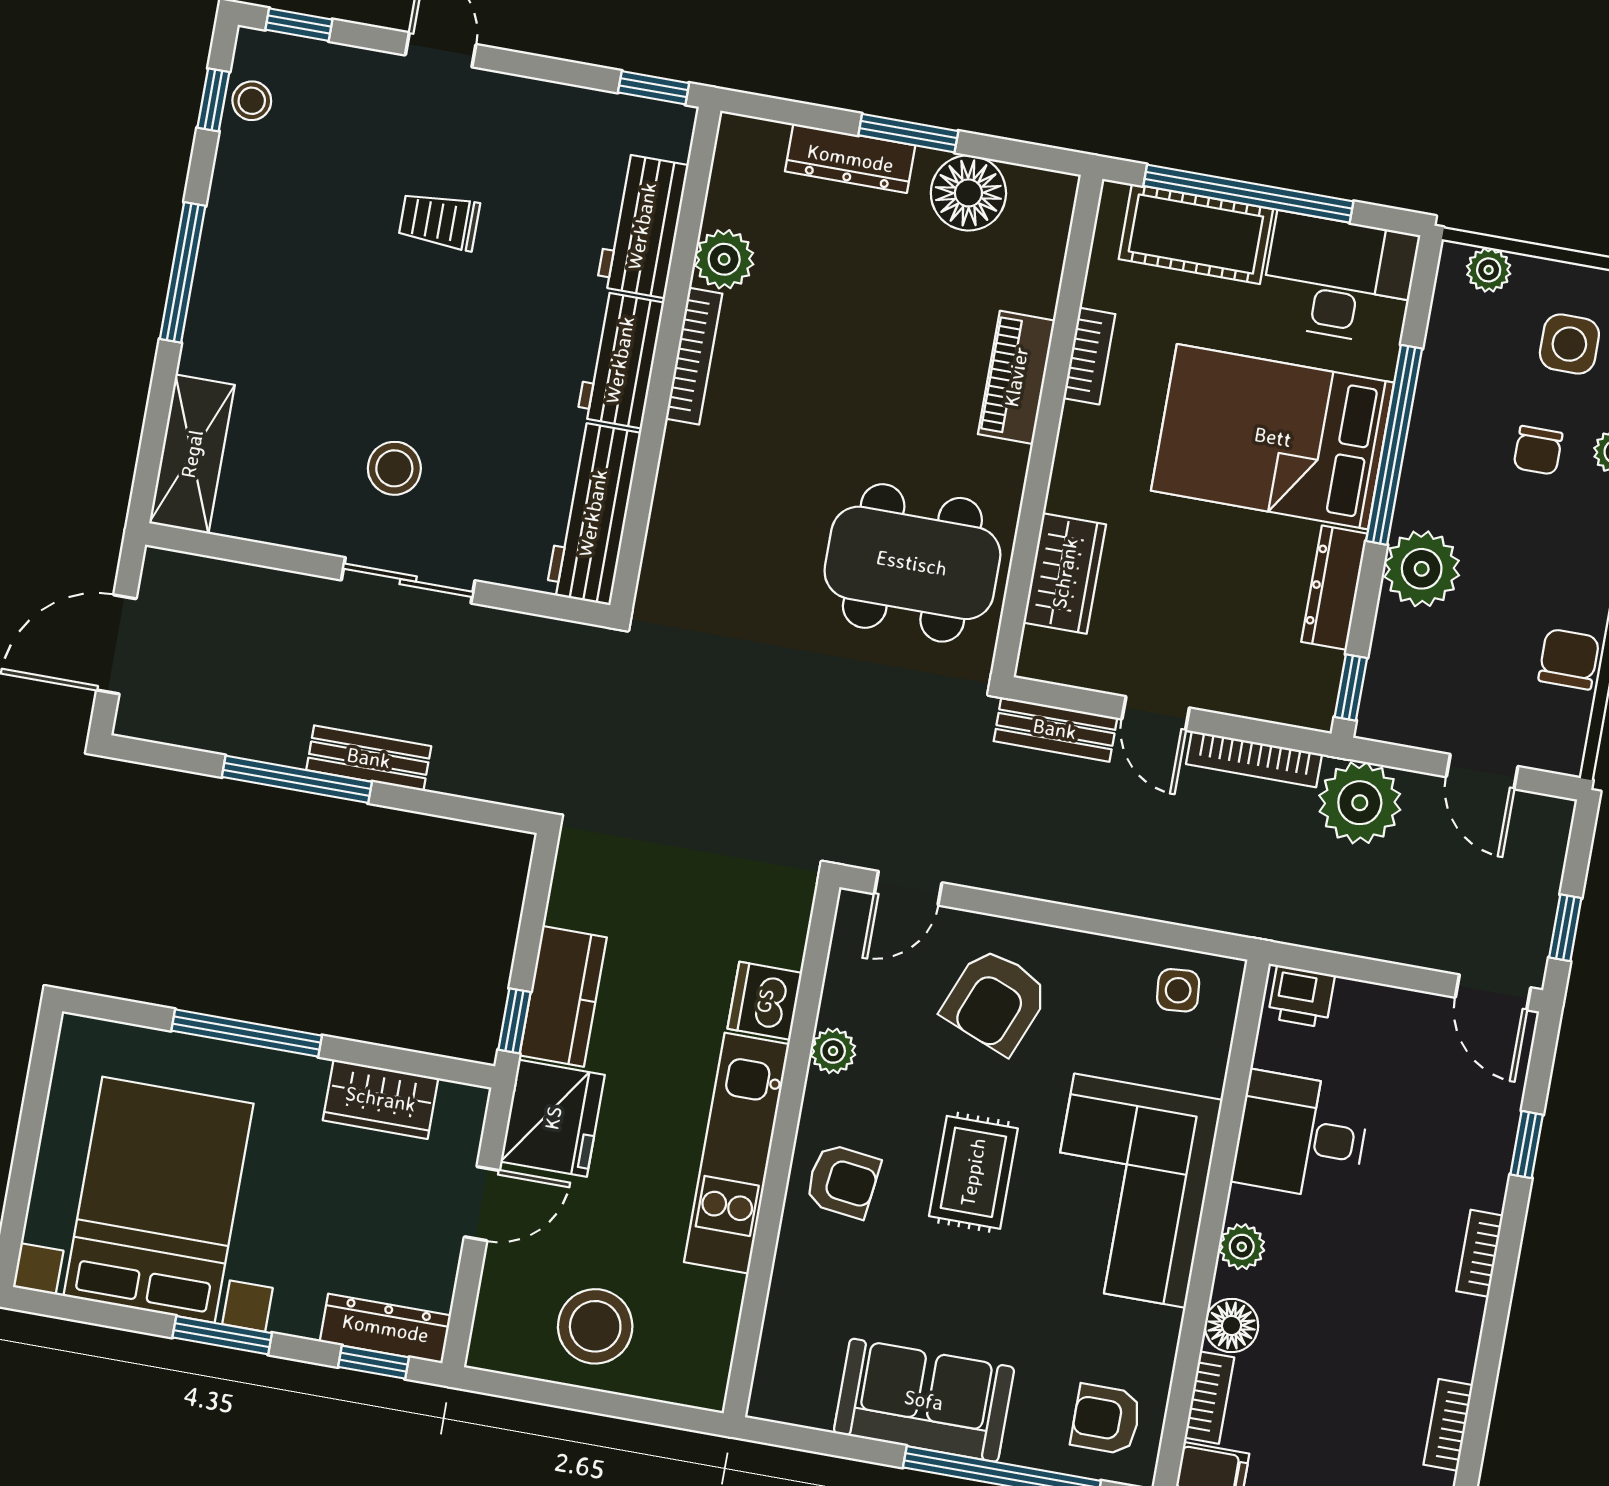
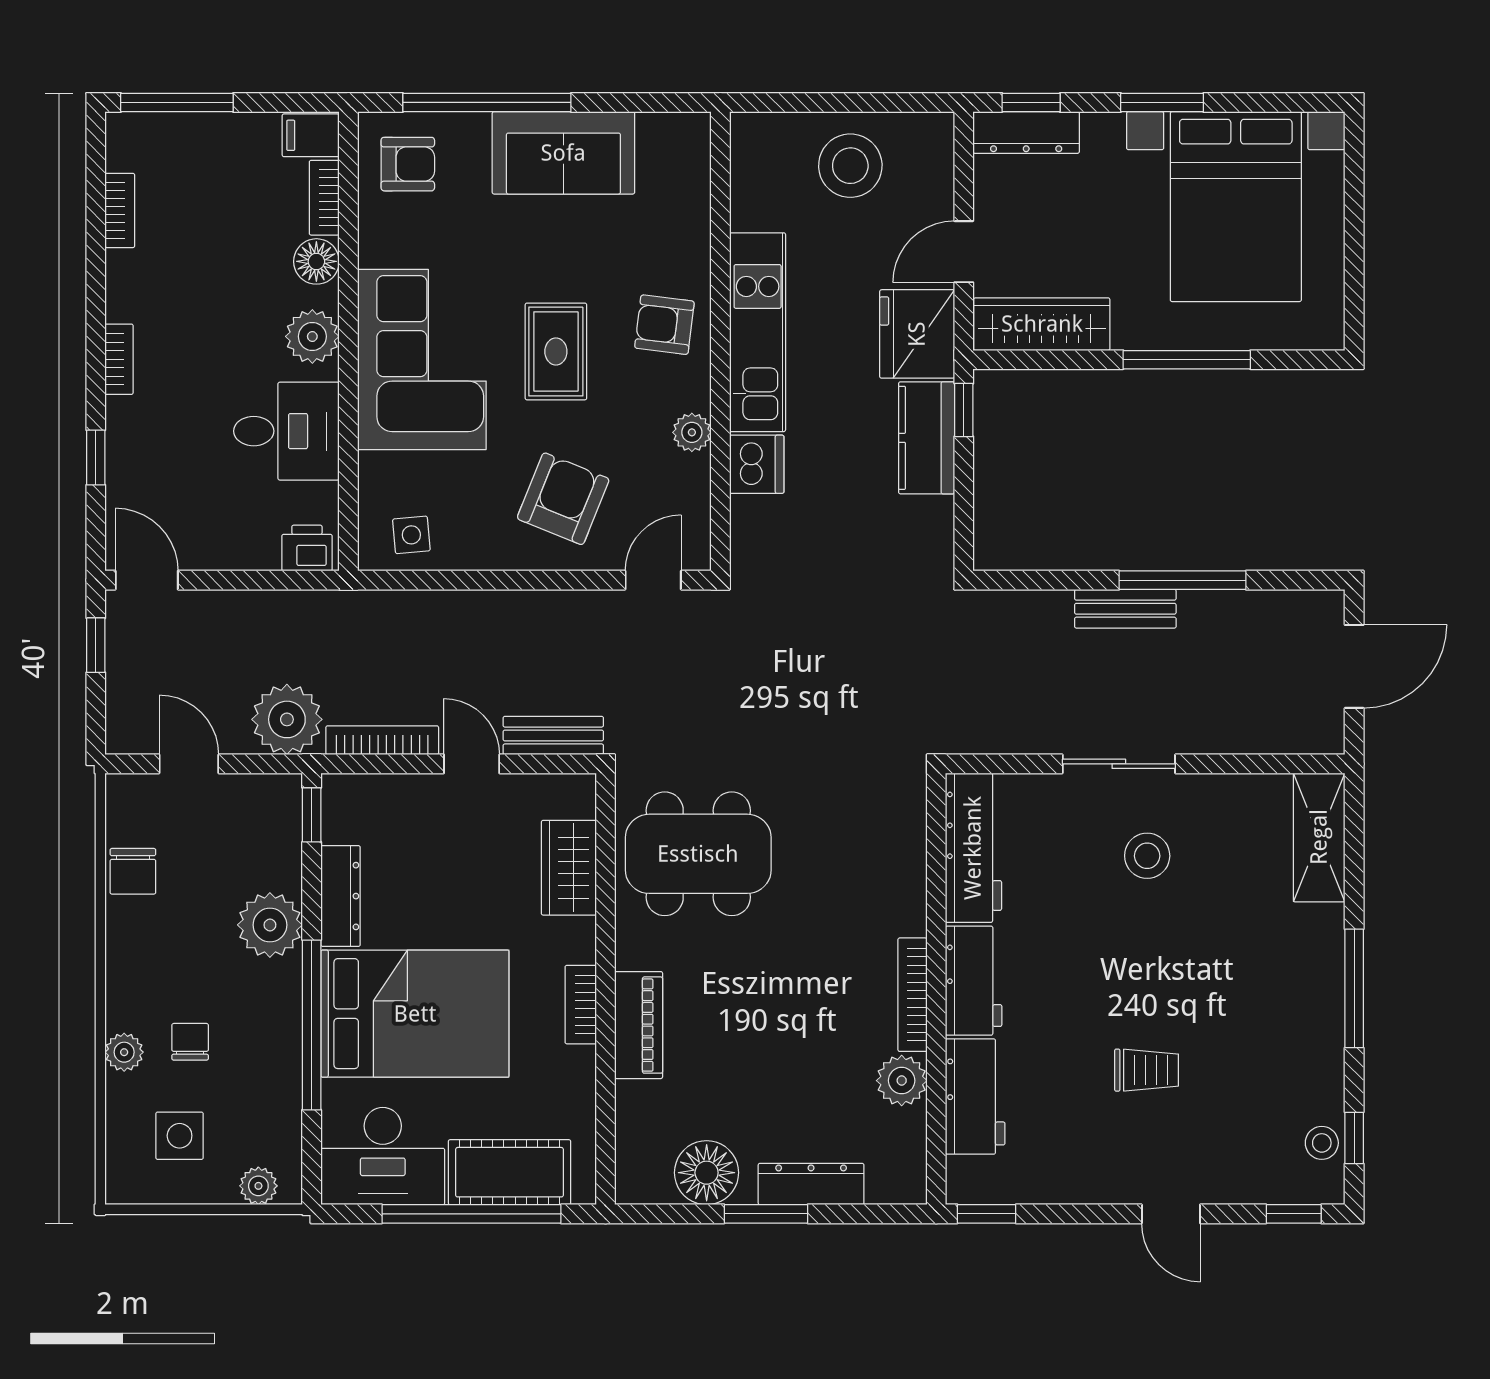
bookcase: (1089, 356) -> (581, 1005), moved
wardrobe: (381, 1099) -> (1042, 324), width x1.50
plant: (1242, 1247) -> (312, 336), width x1.38, depth x1.38

